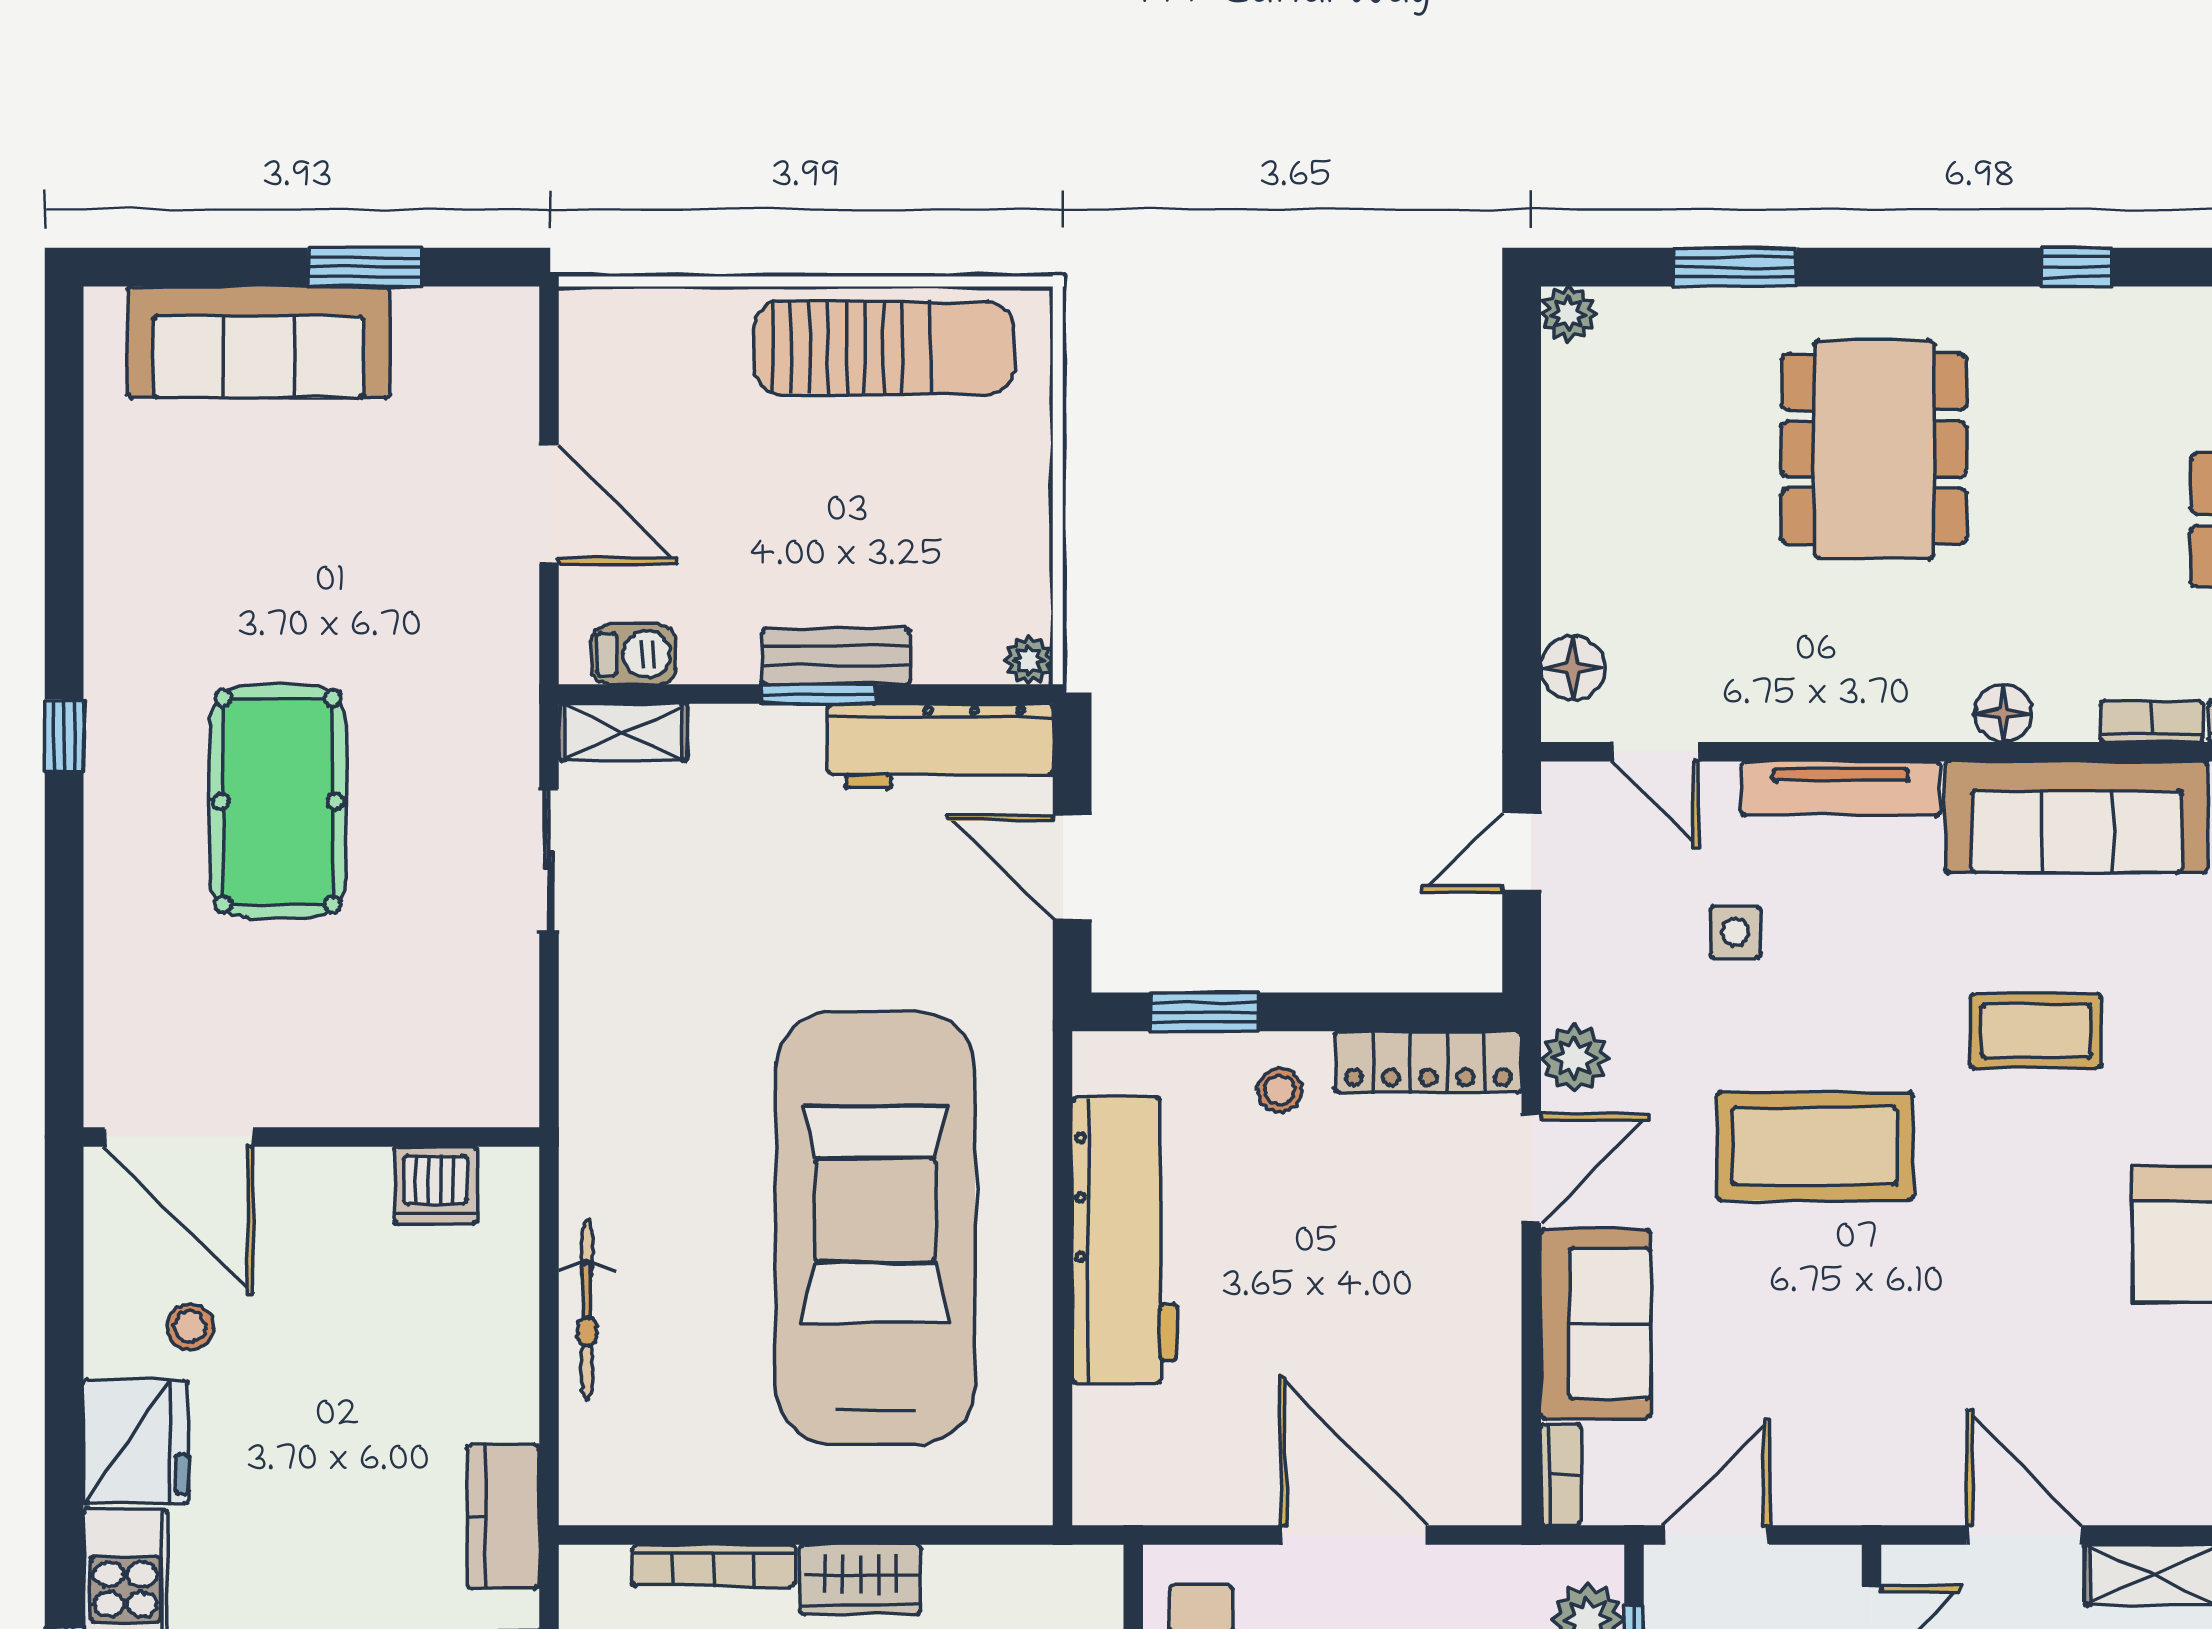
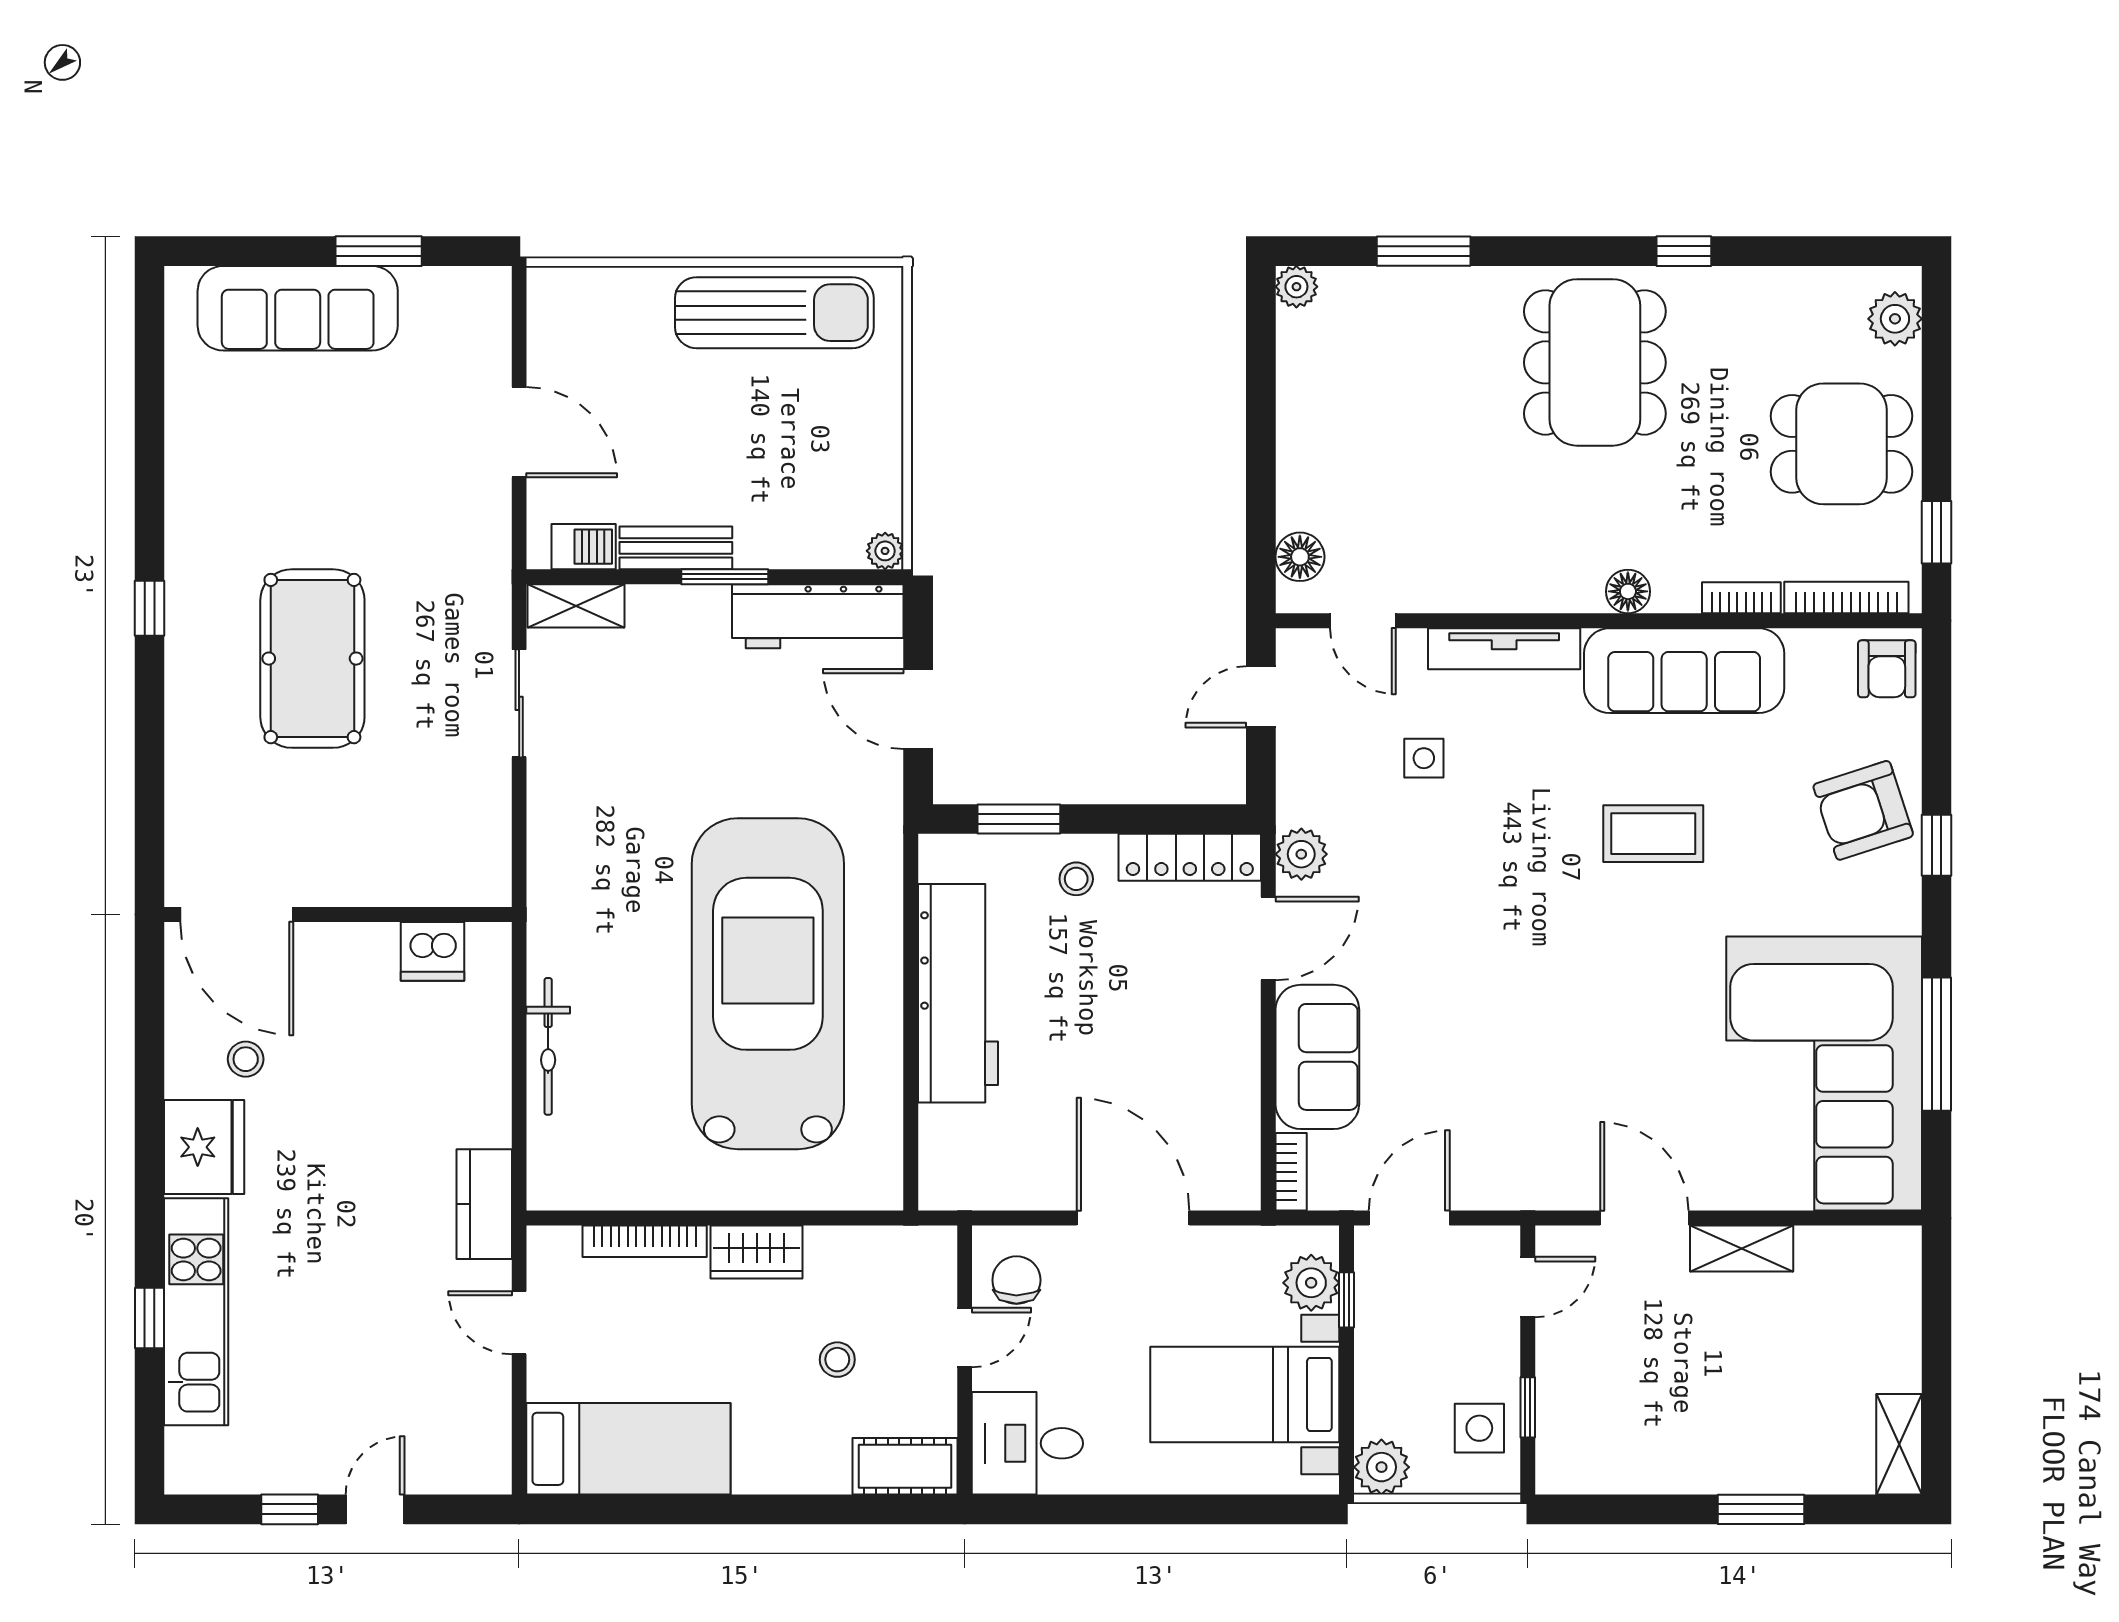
dining table: (1874, 449) -> (1595, 362), moved
bench: (836, 656) -> (676, 548), moved
coffee table: (1815, 1146) -> (1484, 922), removed

